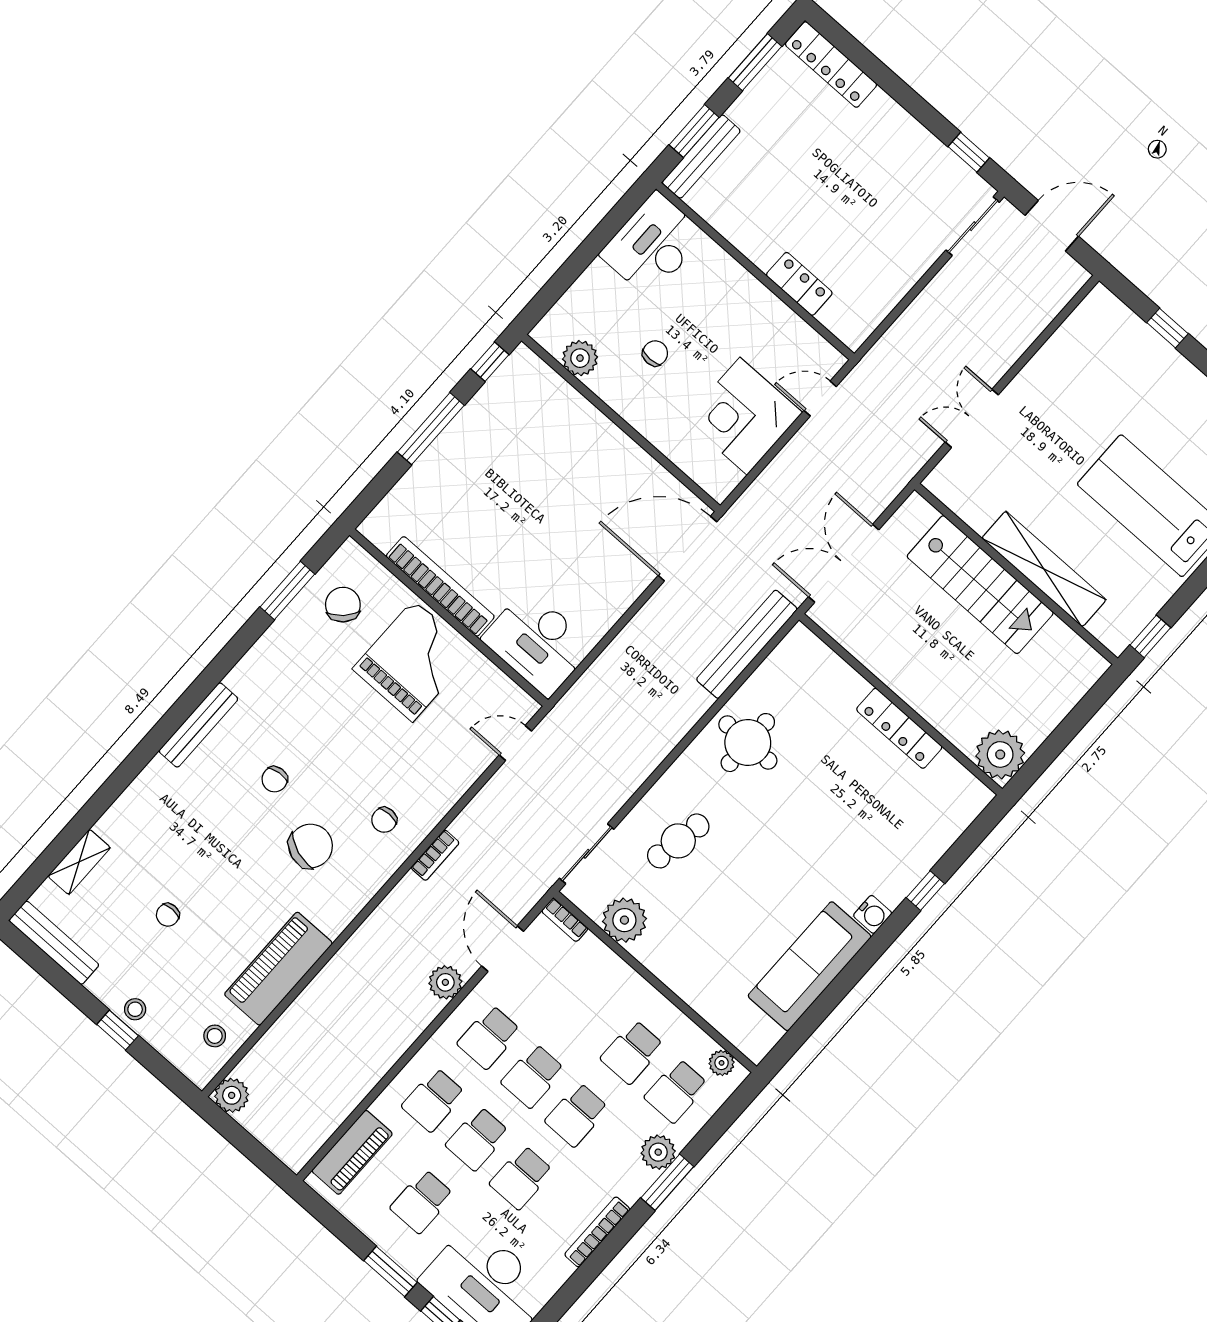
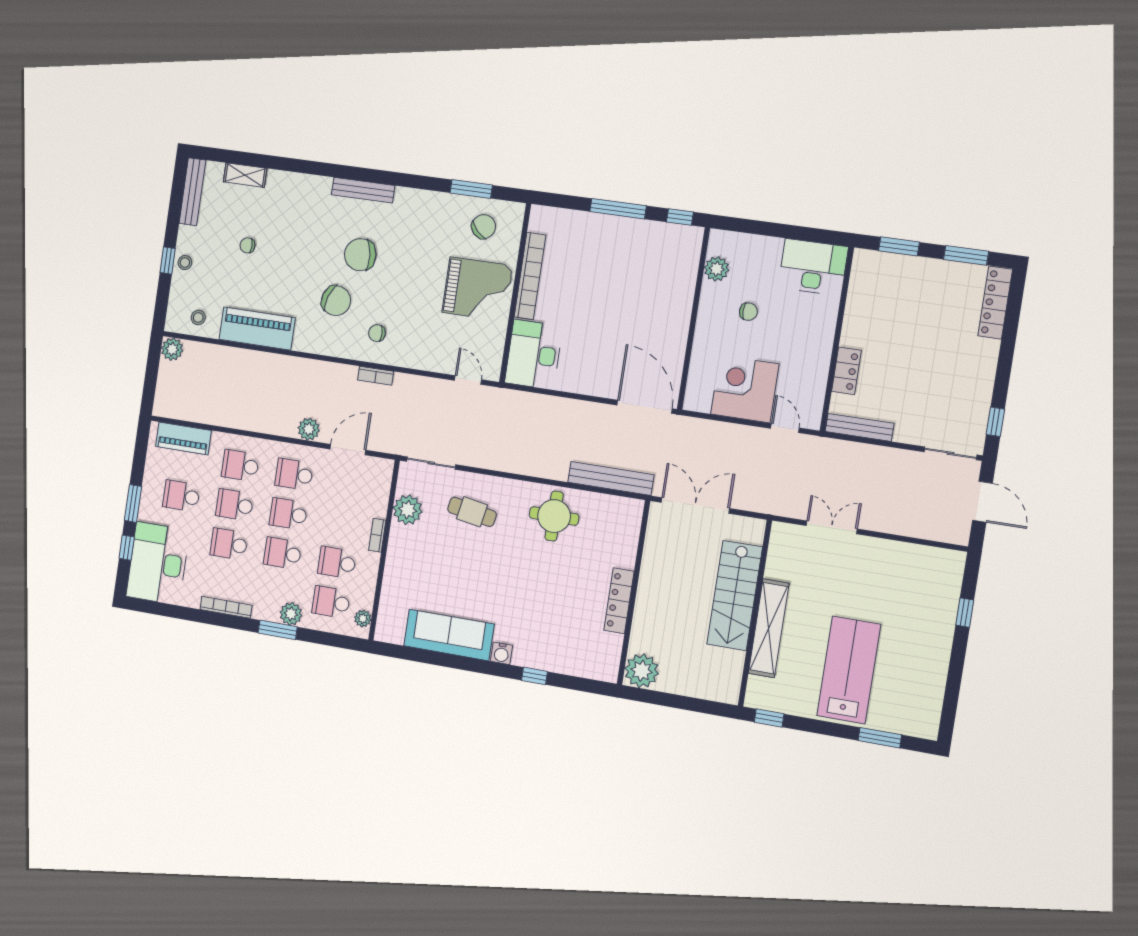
bench: (701, 157) -> (860, 427), moved
chair: (275, 779) -> (360, 255), width x1.87, depth x1.87
bookcase: (565, 920) -> (377, 535), moved

